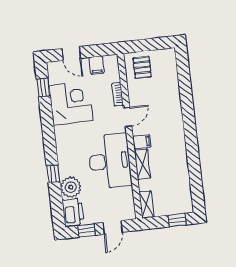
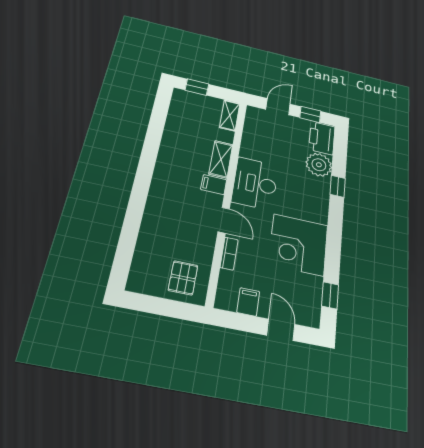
corner desk: (71, 103) -> (298, 245), moved
door: (128, 117) -> (224, 220), swing flipped
desk: (110, 161) -> (255, 183), width x0.73, depth x0.77

